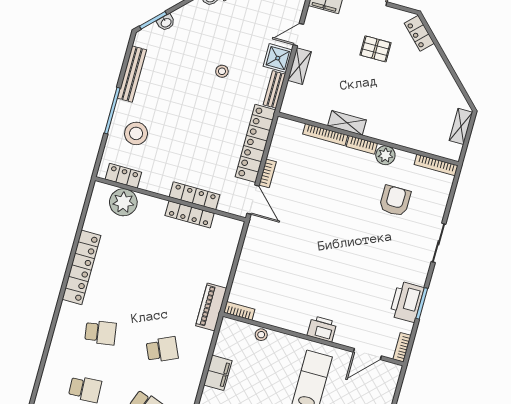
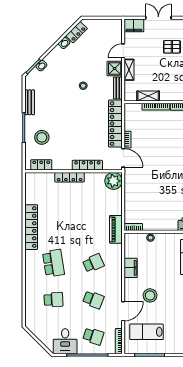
bench: (132, 74) -> (30, 102), width x0.73
shelving: (347, 123) -> (148, 96), moved
plant: (123, 202) -> (113, 181), moved
locker: (190, 214) -> (70, 177), moved
school desk: (101, 333) -> (53, 263), width x1.85

